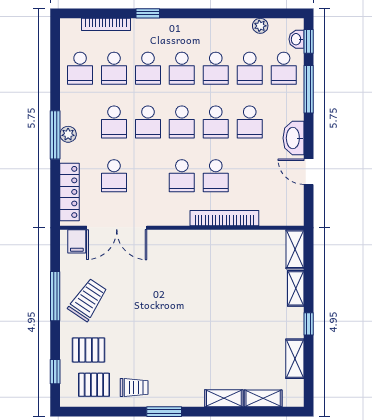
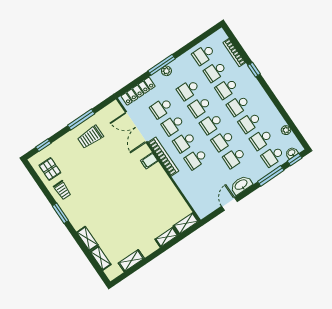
school desk: (148, 176) -> (173, 125), added
bookcase: (224, 218) -> (163, 157), moved
filing cabinet: (77, 241) -> (149, 161), moved
trolley: (88, 300) -> (90, 137), turned 146
window: (309, 324) -> (153, 256), removed
pallet: (89, 350) -> (66, 154), removed

